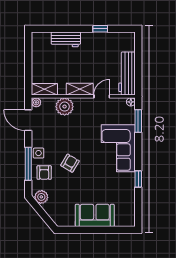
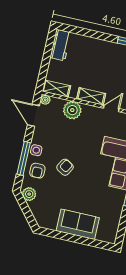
workbench: (66, 39) -> (60, 45), moved, turned -90

